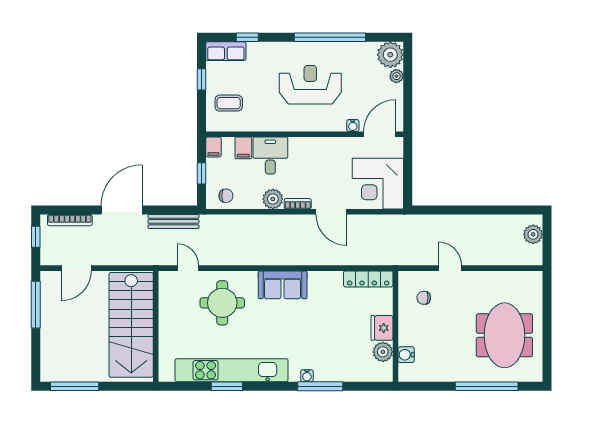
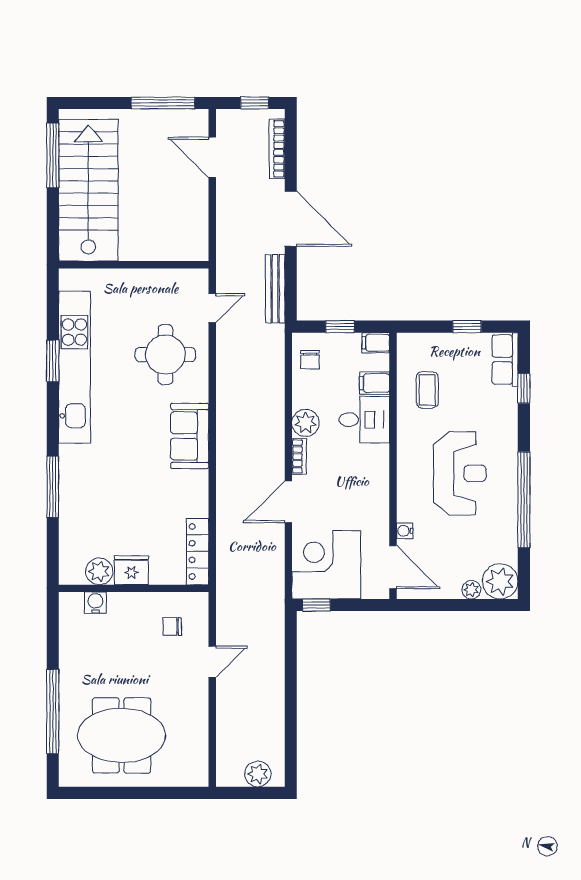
coffee table: (229, 103) -> (427, 390), moved
window: (408, 191) -> (316, 605), added
chair: (424, 298) -> (172, 627), turned -93
stairs: (131, 325) -> (88, 190), moved, turned 90
water cooler: (307, 376) -> (67, 469), removed

